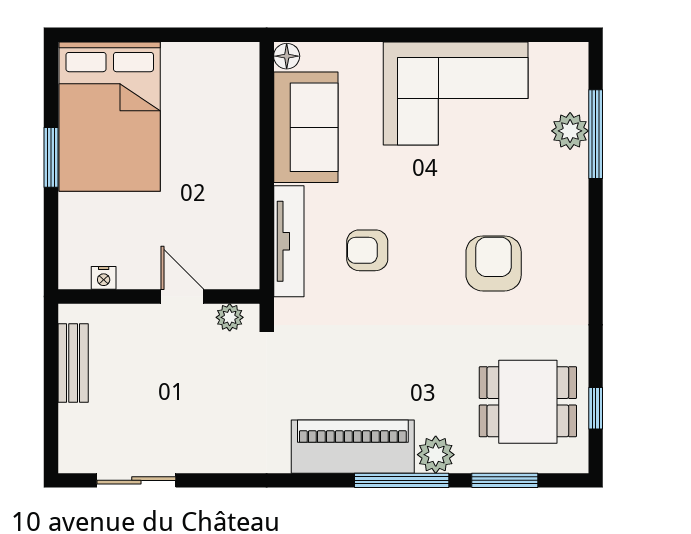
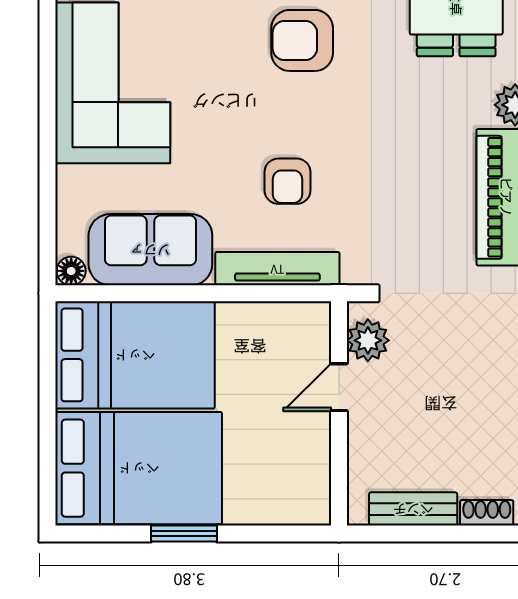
bed: (211, 113) -> (135, 355), added
nightstand: (104, 278) -> (318, 475), removed
plant: (230, 317) -> (368, 340), width x1.38, depth x1.38
shoe rack: (70, 429) -> (487, 513), added

